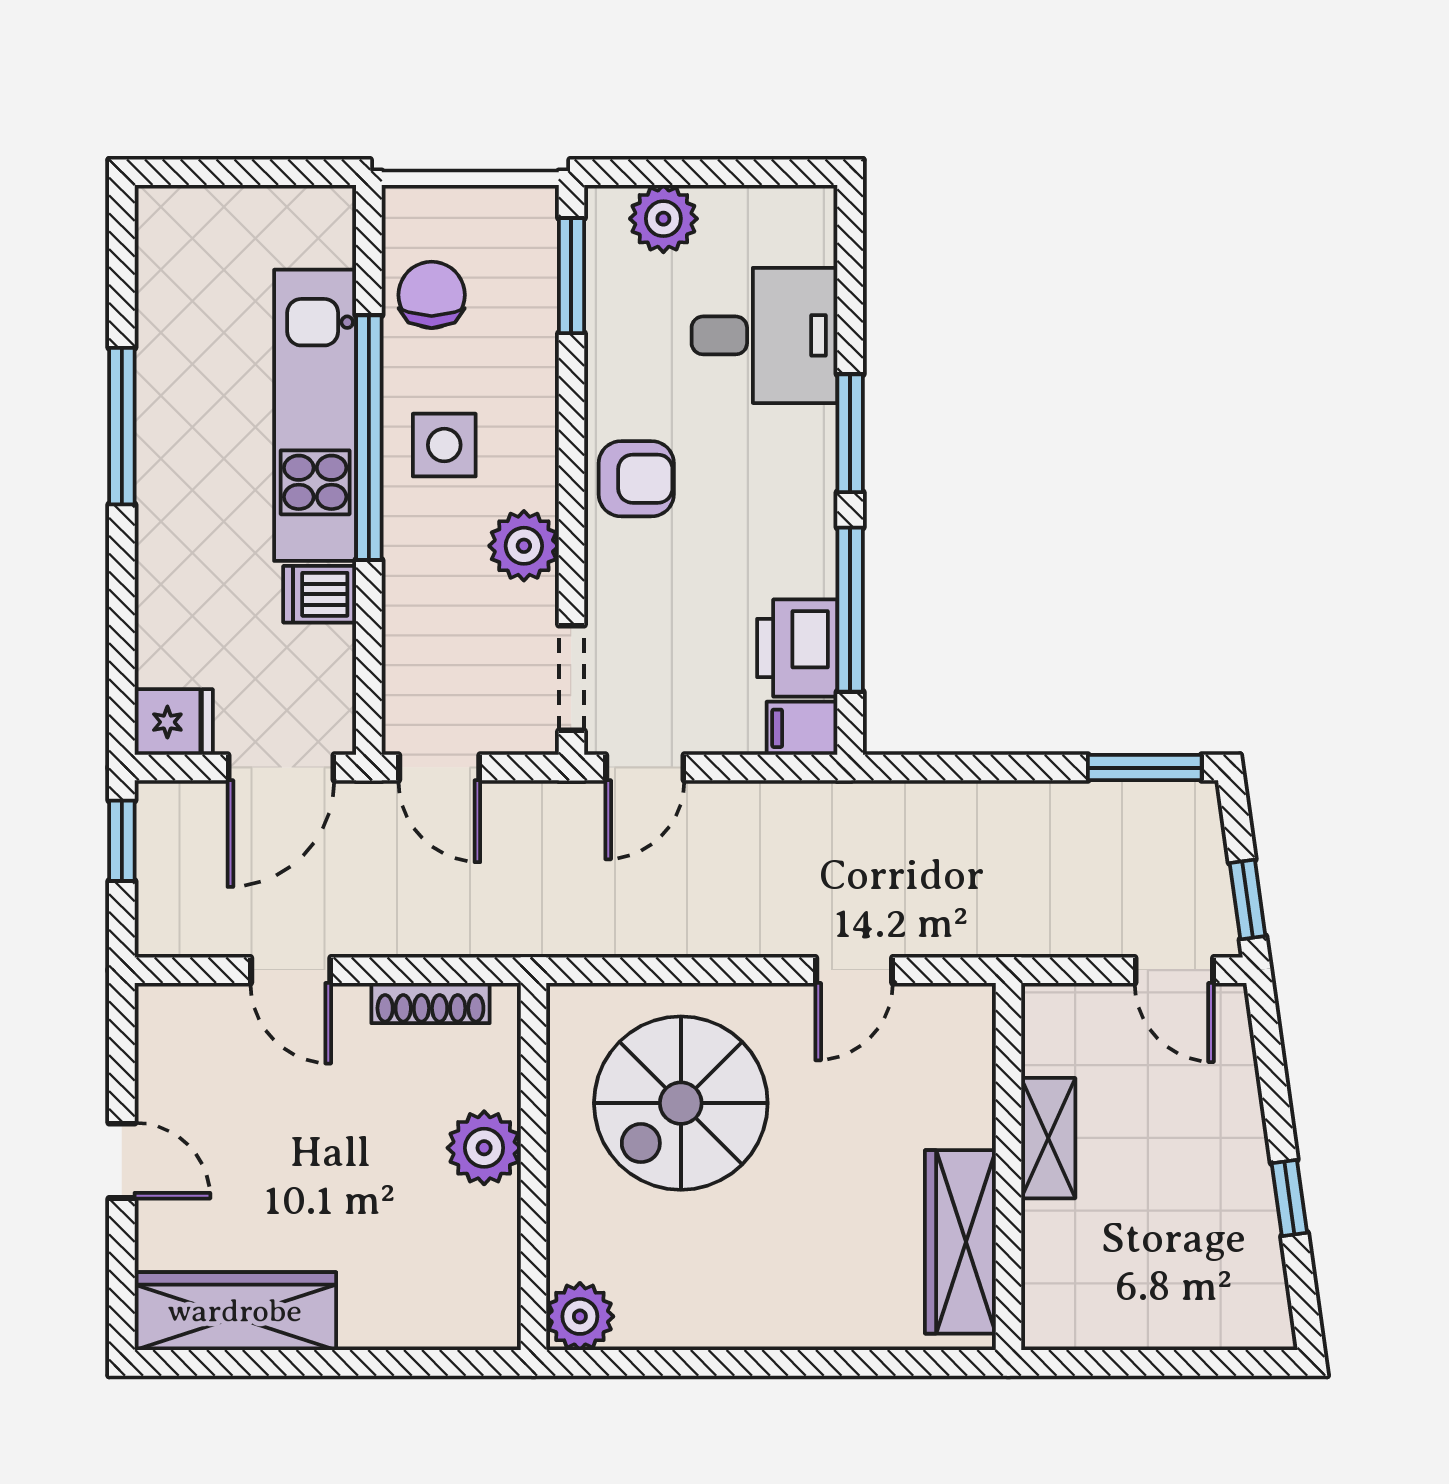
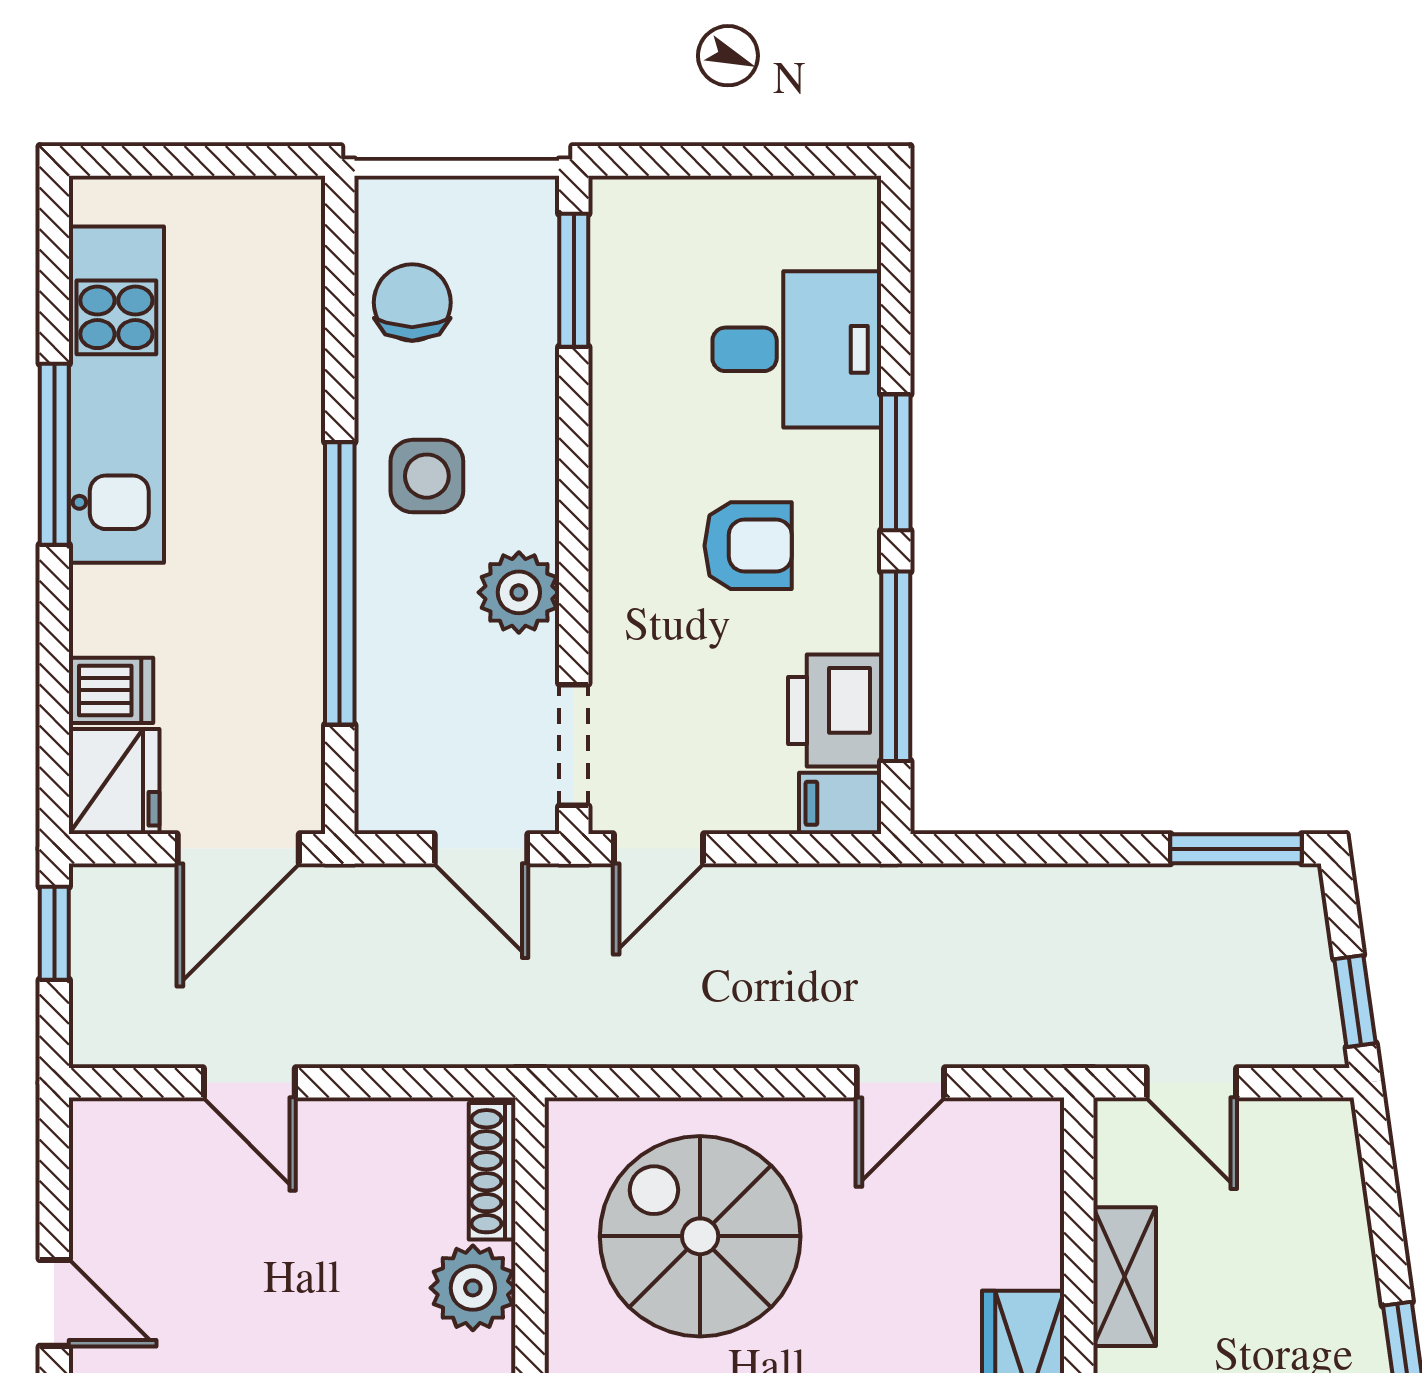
plant: (663, 219) -> (680, 214), removed
kitchen unit: (315, 415) -> (116, 395), moved, turned 180
window: (369, 438) -> (340, 583), moved
armchair: (636, 479) -> (748, 546), moved
dishwasher: (320, 594) -> (111, 690), moved, turned 180
fridge: (174, 722) -> (114, 781), width x1.38
door: (439, 768) -> (481, 849), moved
door: (1174, 970) -> (1191, 1083), moved
shoe rack: (430, 1003) -> (492, 1171), moved, turned 90
spiral stairs: (681, 1103) -> (700, 1236), turned 90

